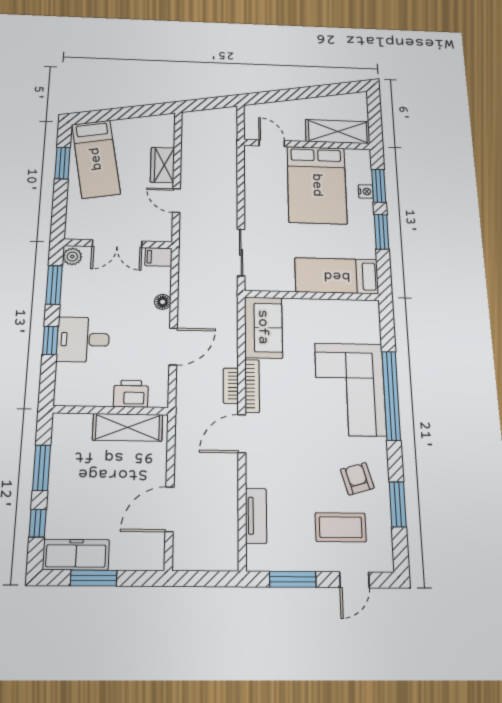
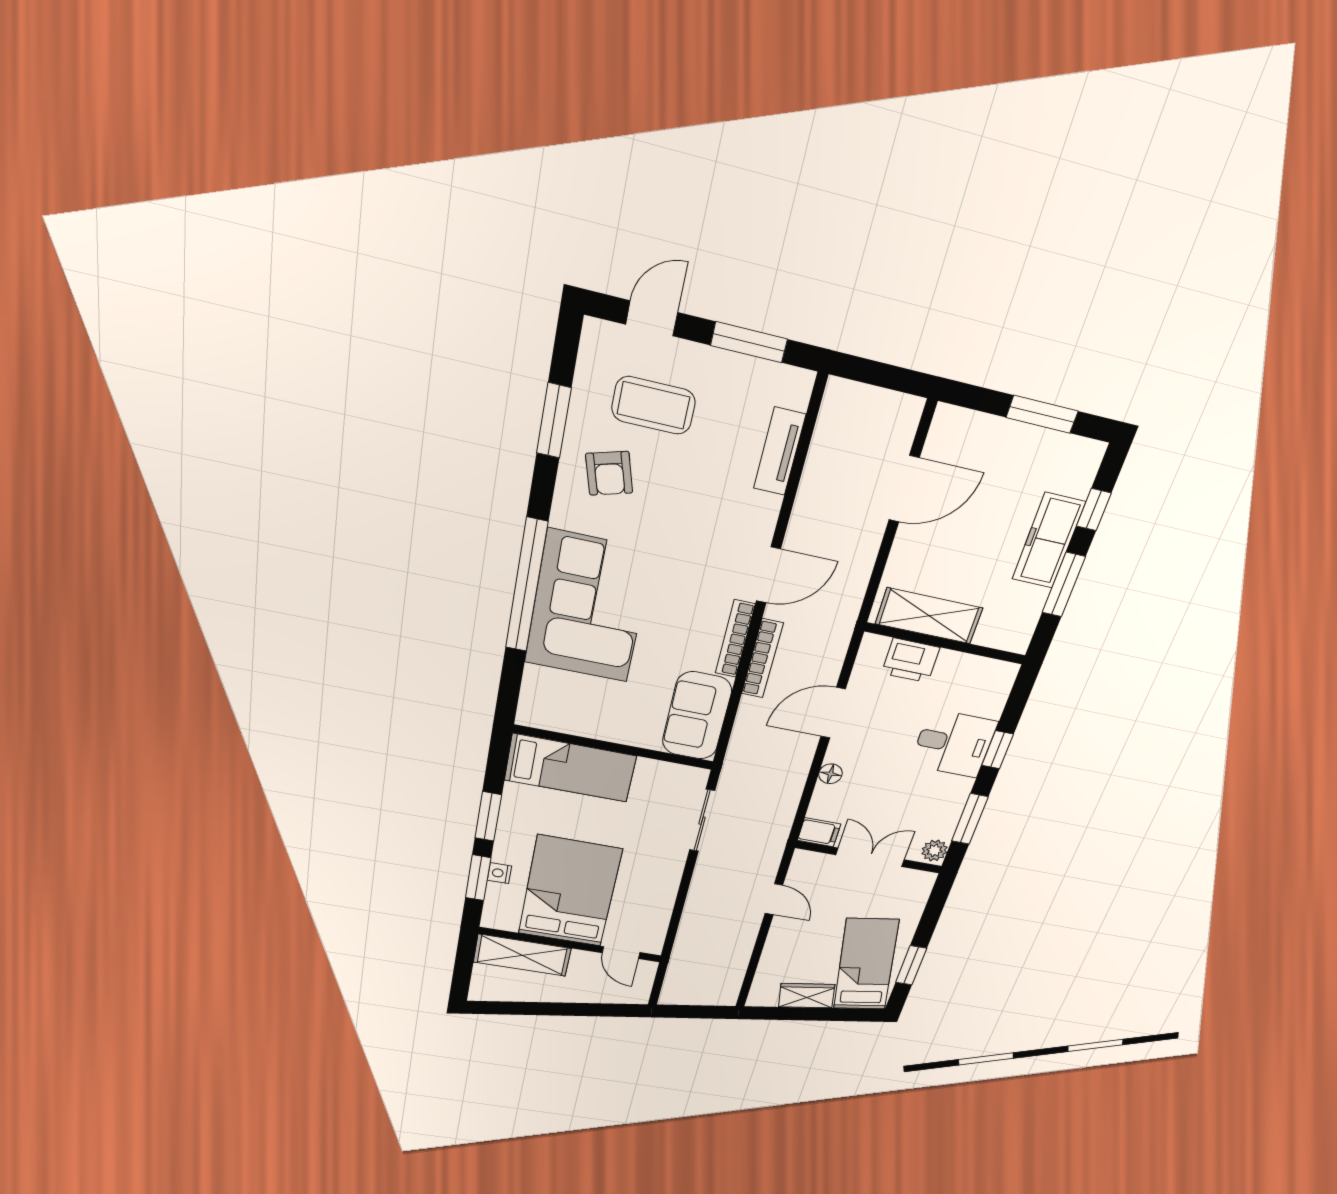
wardrobe: (162, 165) -> (807, 996), moved, turned -100
bookcase: (231, 386) -> (762, 659), width x1.56
freezer: (76, 555) -> (1049, 541), moved, turned 90

